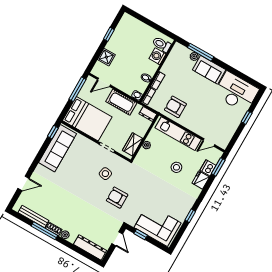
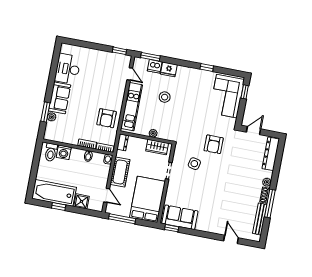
bathtub: (123, 34) -> (54, 193), added
window: (201, 52) -> (45, 112), width x0.69
desk: (236, 92) -> (68, 69), width x0.73, depth x0.77
window: (247, 118) -> (119, 51), moved
sofa: (57, 148) -> (180, 217), width x0.73
window: (141, 234) -> (245, 92), moved

